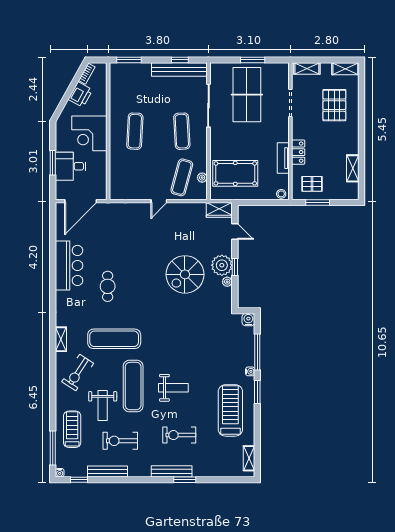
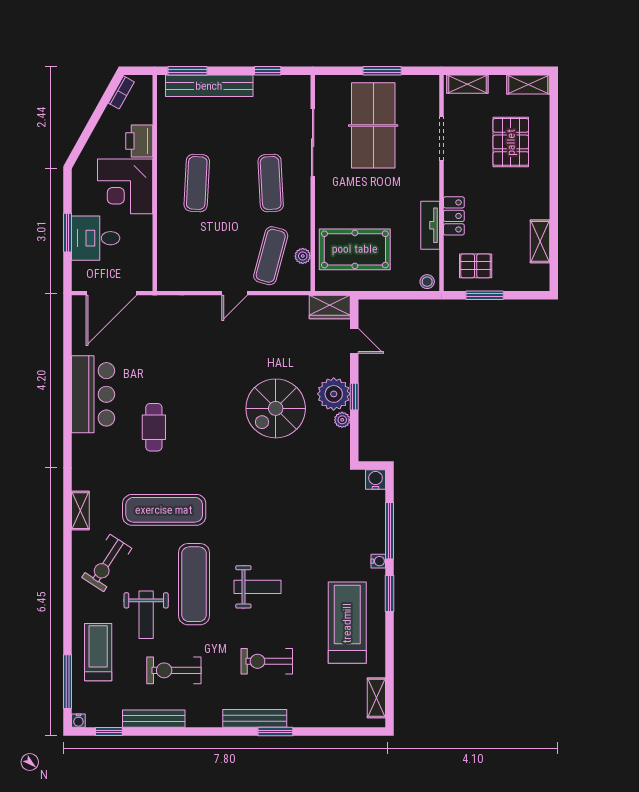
bench: (179, 69) -> (209, 86), moved
printer: (80, 95) -> (139, 141), moved, turned 151

